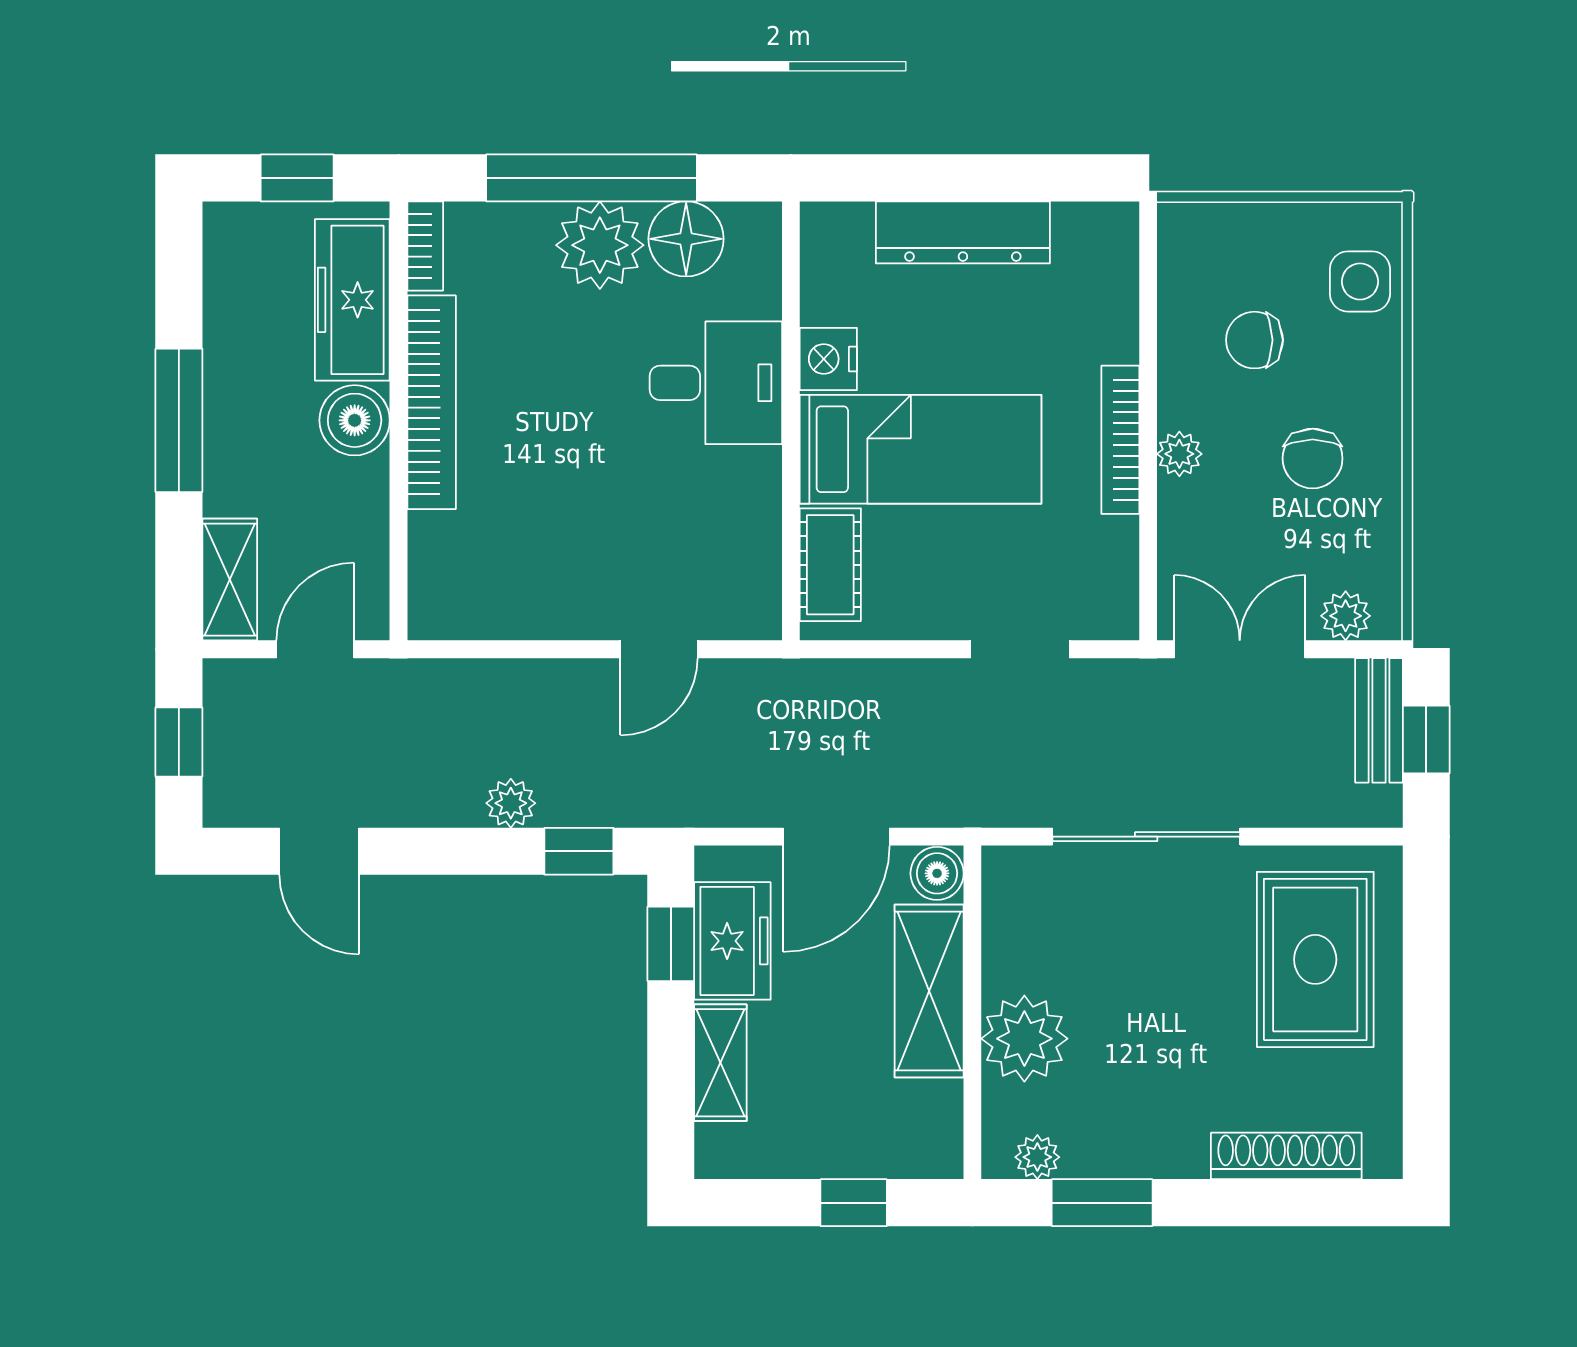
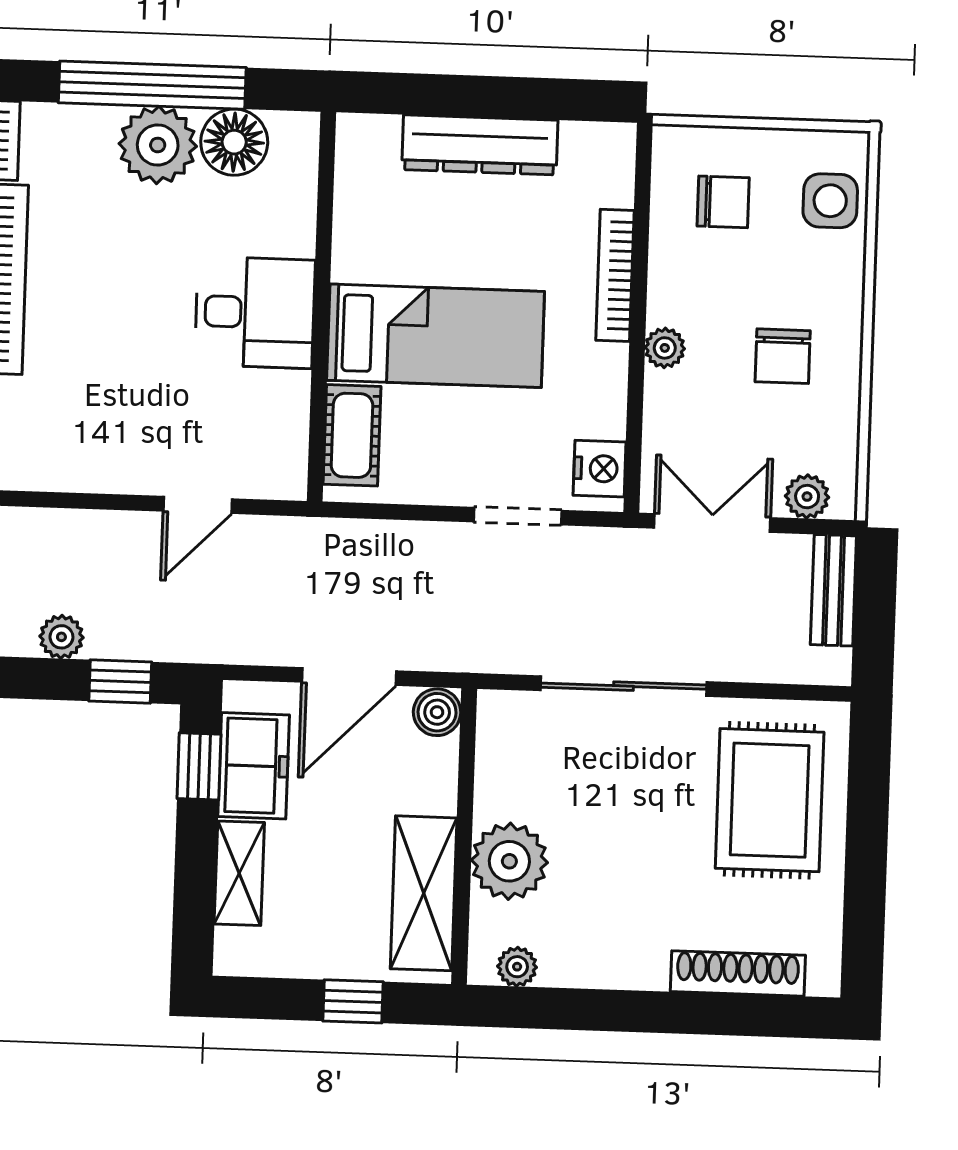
chair: (1254, 340) -> (723, 202), moved, turned 180
nightstand: (828, 359) -> (600, 469), moved, turned 180
desk: (716, 383) -> (255, 312), moved
bookcase: (1120, 440) -> (615, 275), moved
window: (1426, 740) -> (875, 609), removed
shelving: (929, 991) -> (424, 893), moved
window: (1102, 1203) -> (573, 1009), removed

